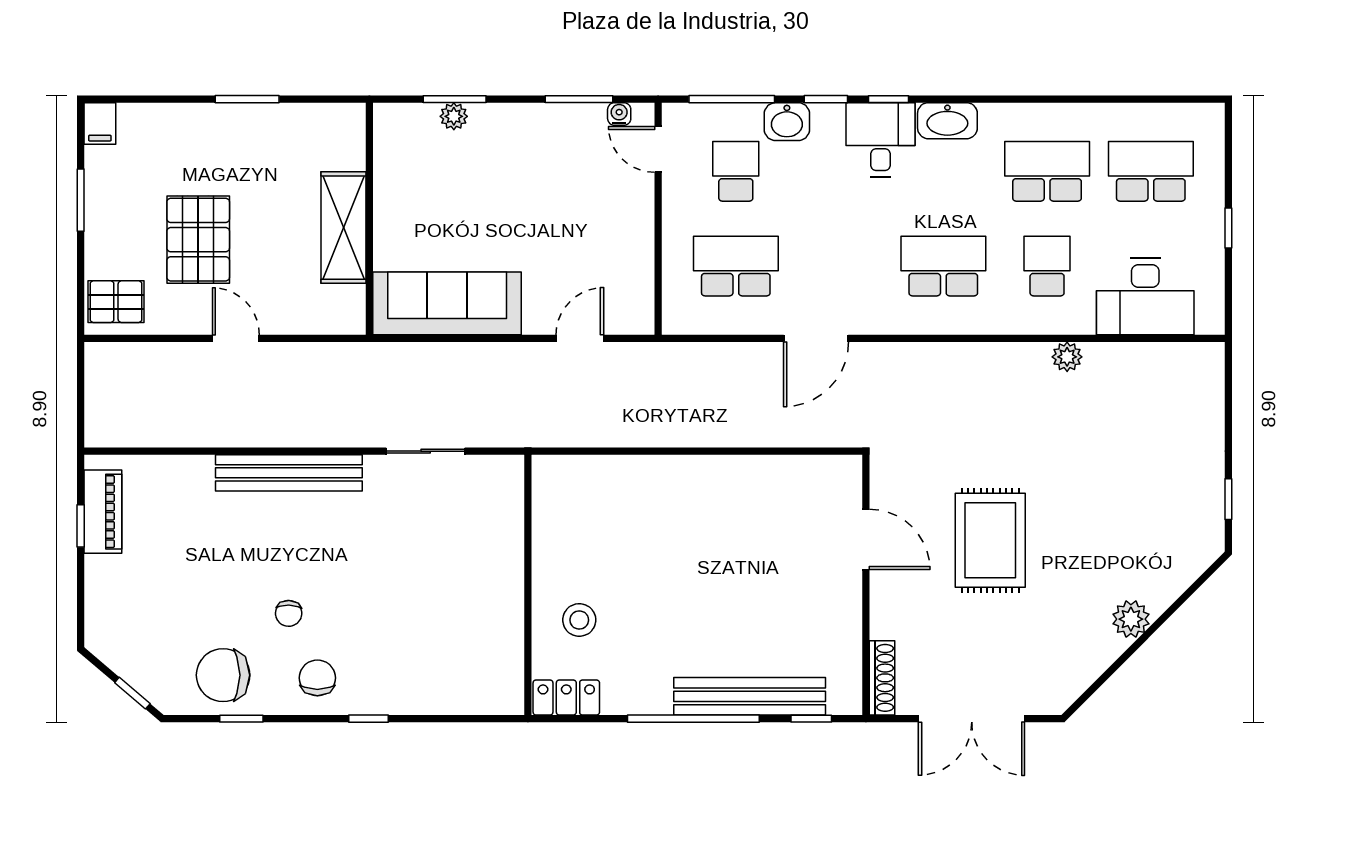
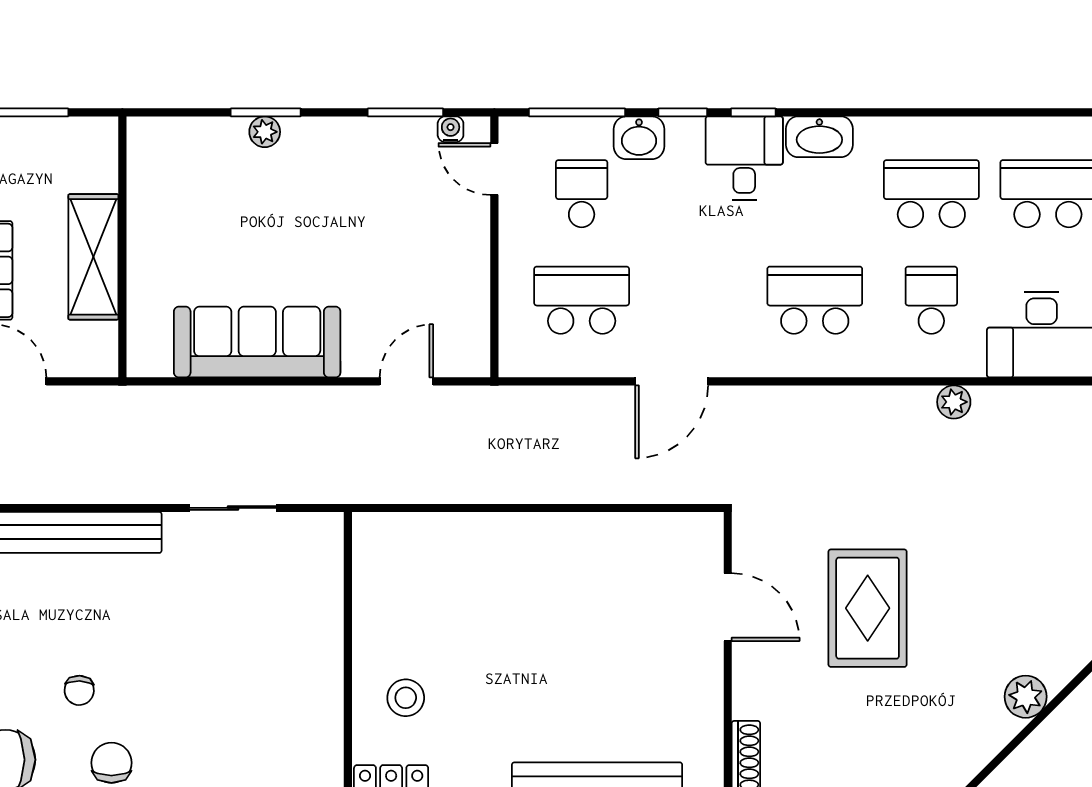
wall: (369, 219) -> (122, 247), moved
shelving: (344, 228) -> (93, 257), moved

